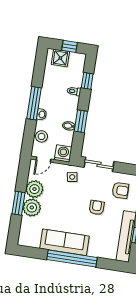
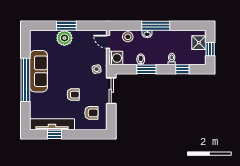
plant: (34, 189) -> (81, 38), removed
armchair: (120, 190) -> (91, 113), turned -90

